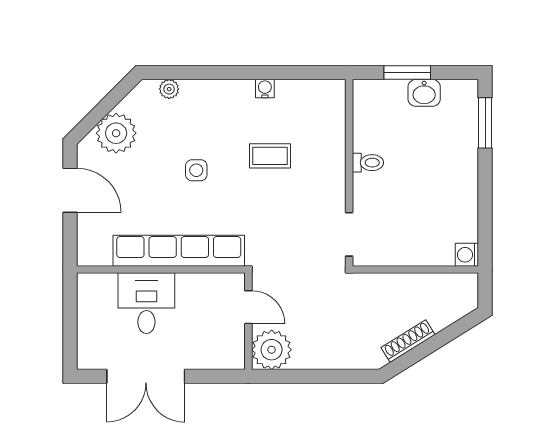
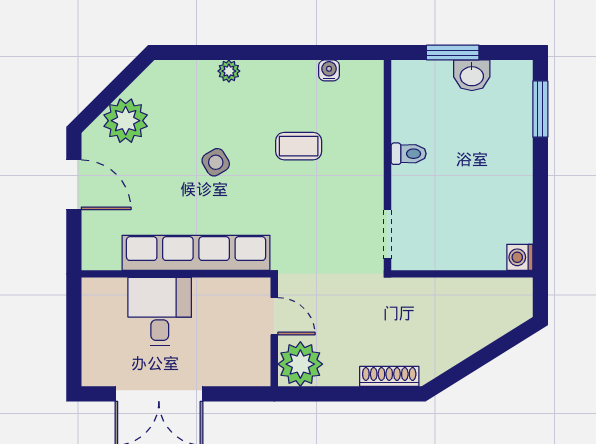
plant: (169, 89) -> (229, 71), moved
water cooler: (265, 89) -> (329, 70), moved
side table: (196, 170) -> (216, 162), turned -31
shoe rack: (408, 341) -> (389, 376), moved, turned 32

